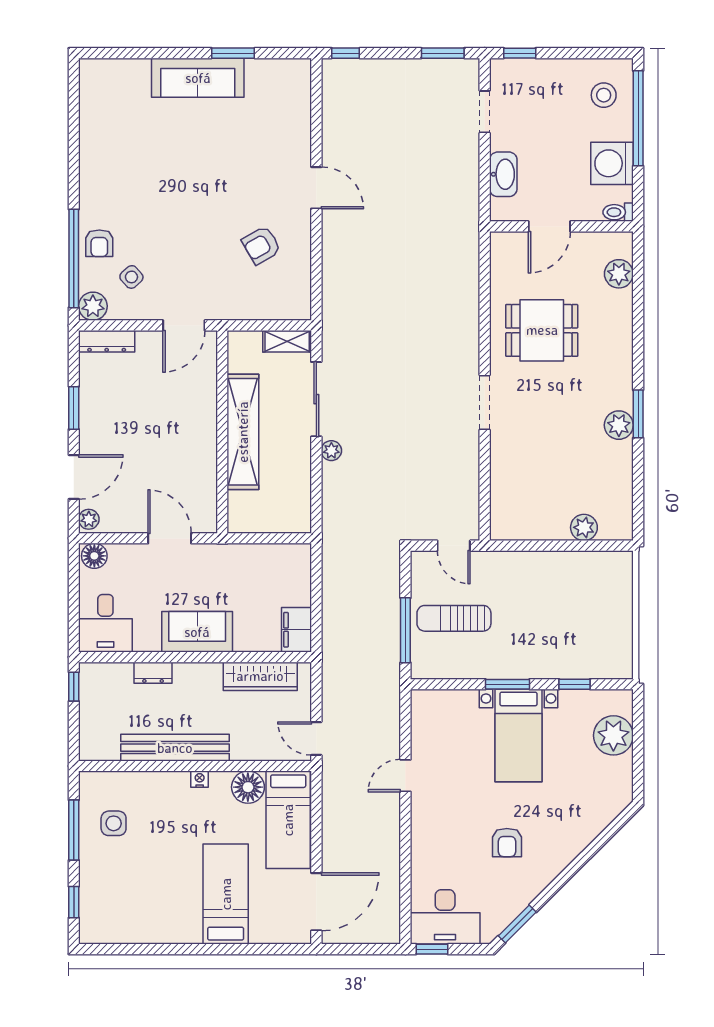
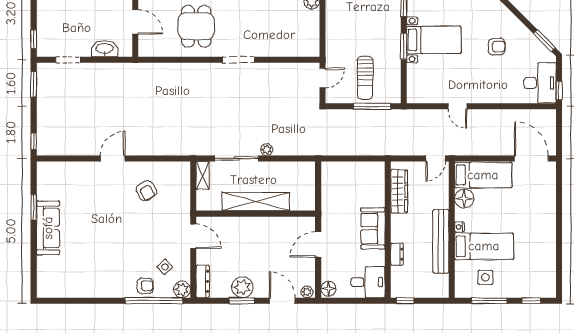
plant: (97, 409) -> (242, 287), added
filing cabinet: (296, 630) -> (372, 170), removed
bed: (226, 894) -> (484, 246), moved, turned 180

